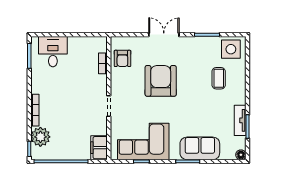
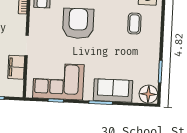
tv unit: (240, 120) -> (153, 65), removed
filing cabinet: (99, 148) -> (16, 67), moved
floor lamp: (241, 155) -> (148, 94), width x1.89, depth x1.89

